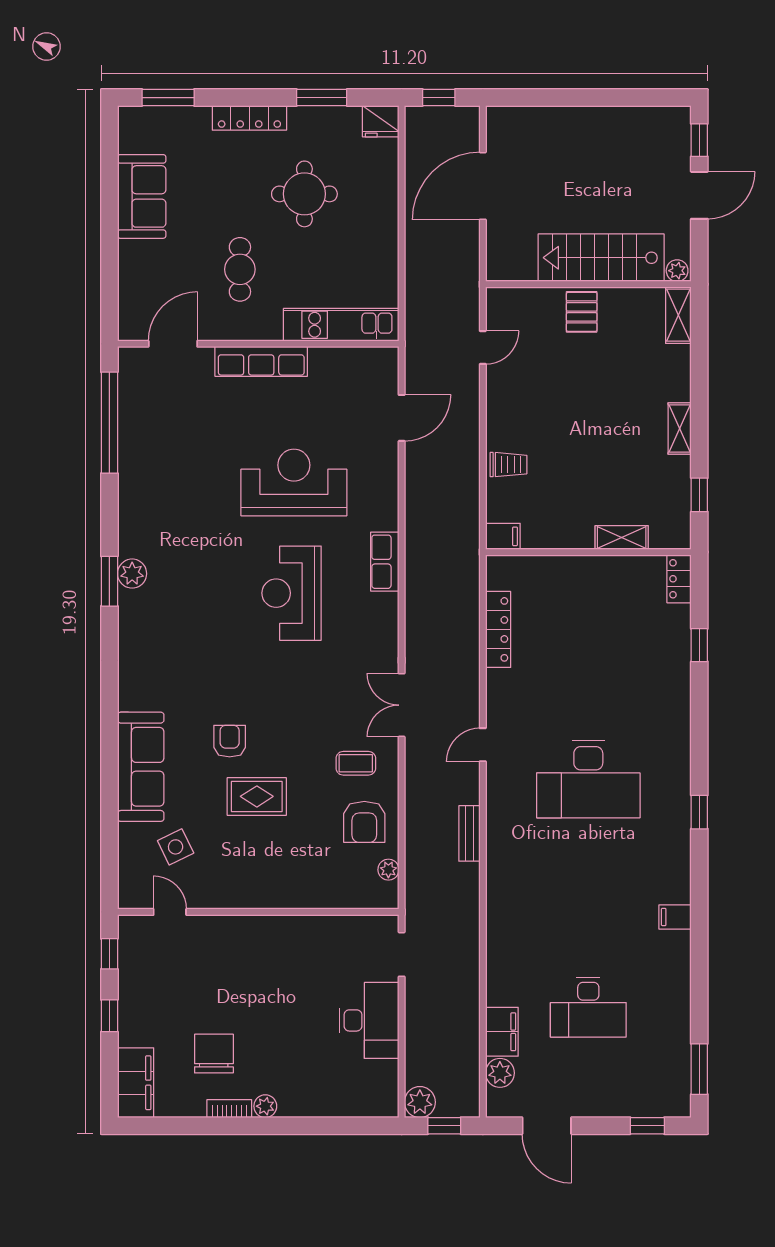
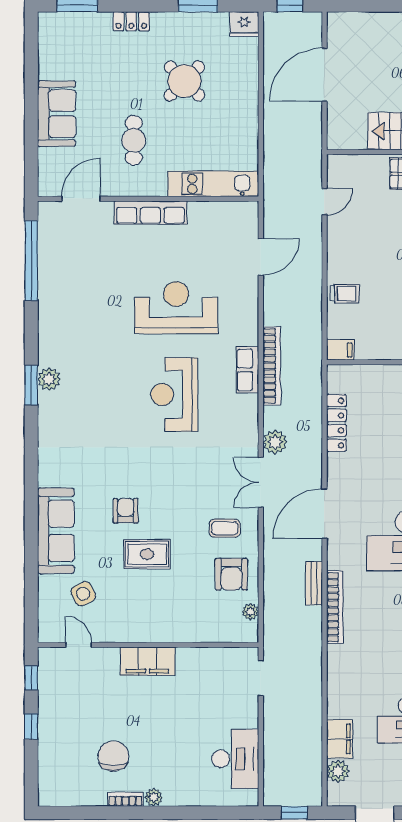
locker: (249, 118) -> (131, 21), width x0.66
round table: (304, 194) -> (184, 81), turned 45
sofa: (142, 196) -> (57, 114), moved
bookcase: (416, 557) -> (272, 366), added
door: (483, 745) -> (324, 514), width x1.87
bookcase: (496, 864) -> (335, 607), added
desk: (369, 1020) -> (235, 759), moved
filing cabinet: (136, 1083) -> (147, 661), moved, turned 90
plant: (420, 1102) -> (275, 442), moved

